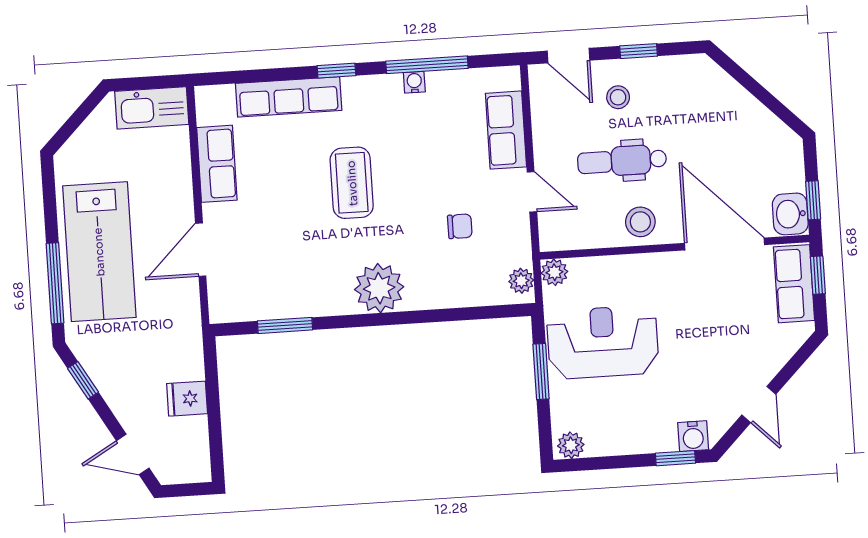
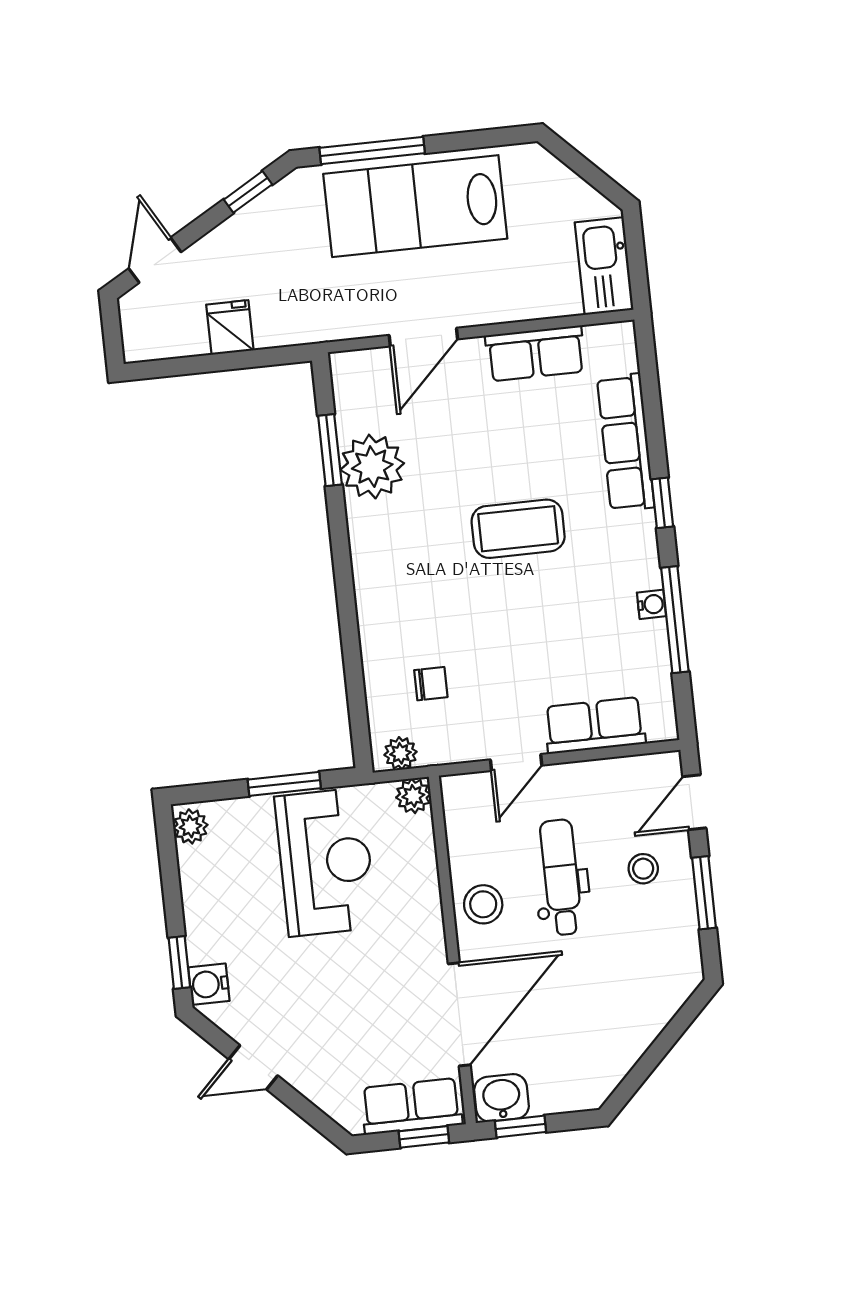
window: (639, 51) -> (704, 893), width x1.50
chair: (460, 226) -> (431, 684), moved, turned -90
door: (201, 250) -> (423, 337), swing flipped
plant: (379, 288) -> (372, 467), moved

